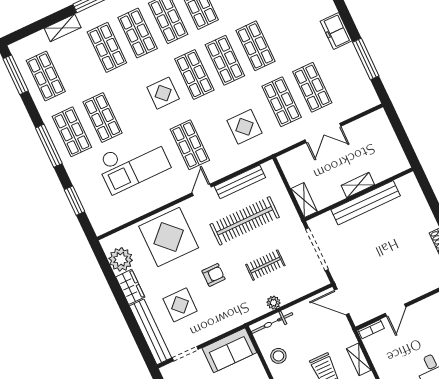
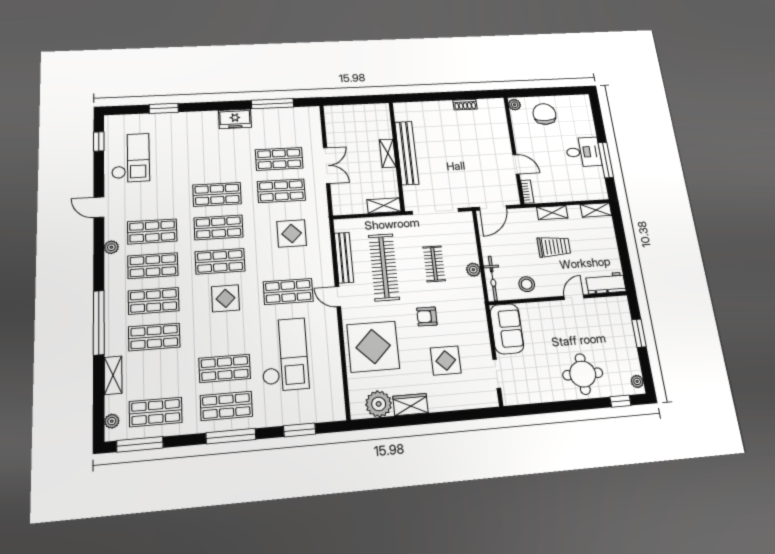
plant: (25, 44) -> (112, 421), added
armchair: (214, 275) -> (427, 316), turned -89
bench: (150, 332) -> (463, 401), removed

